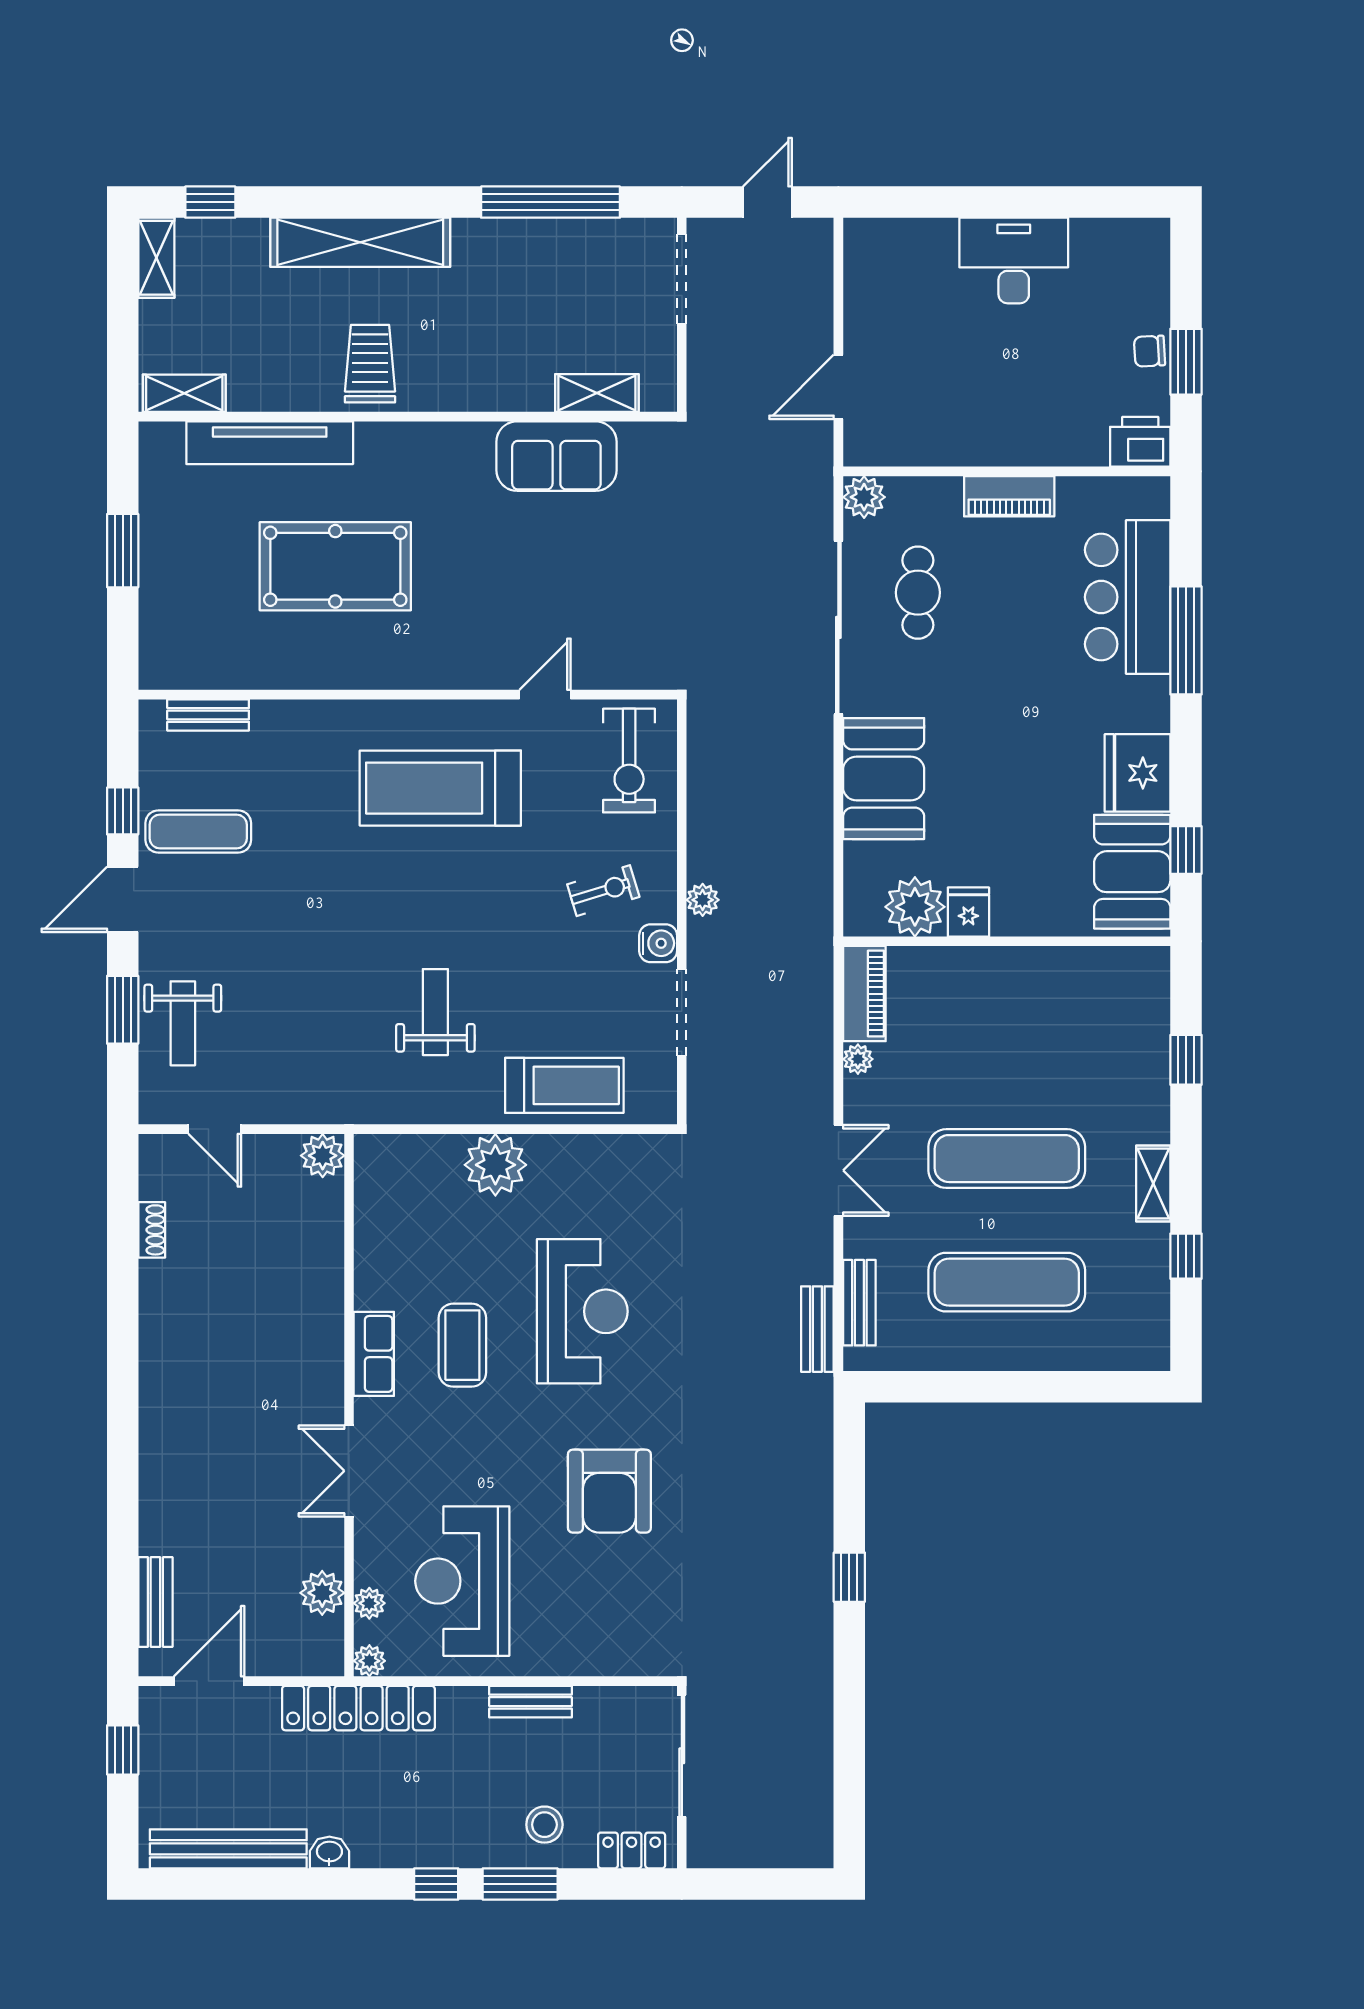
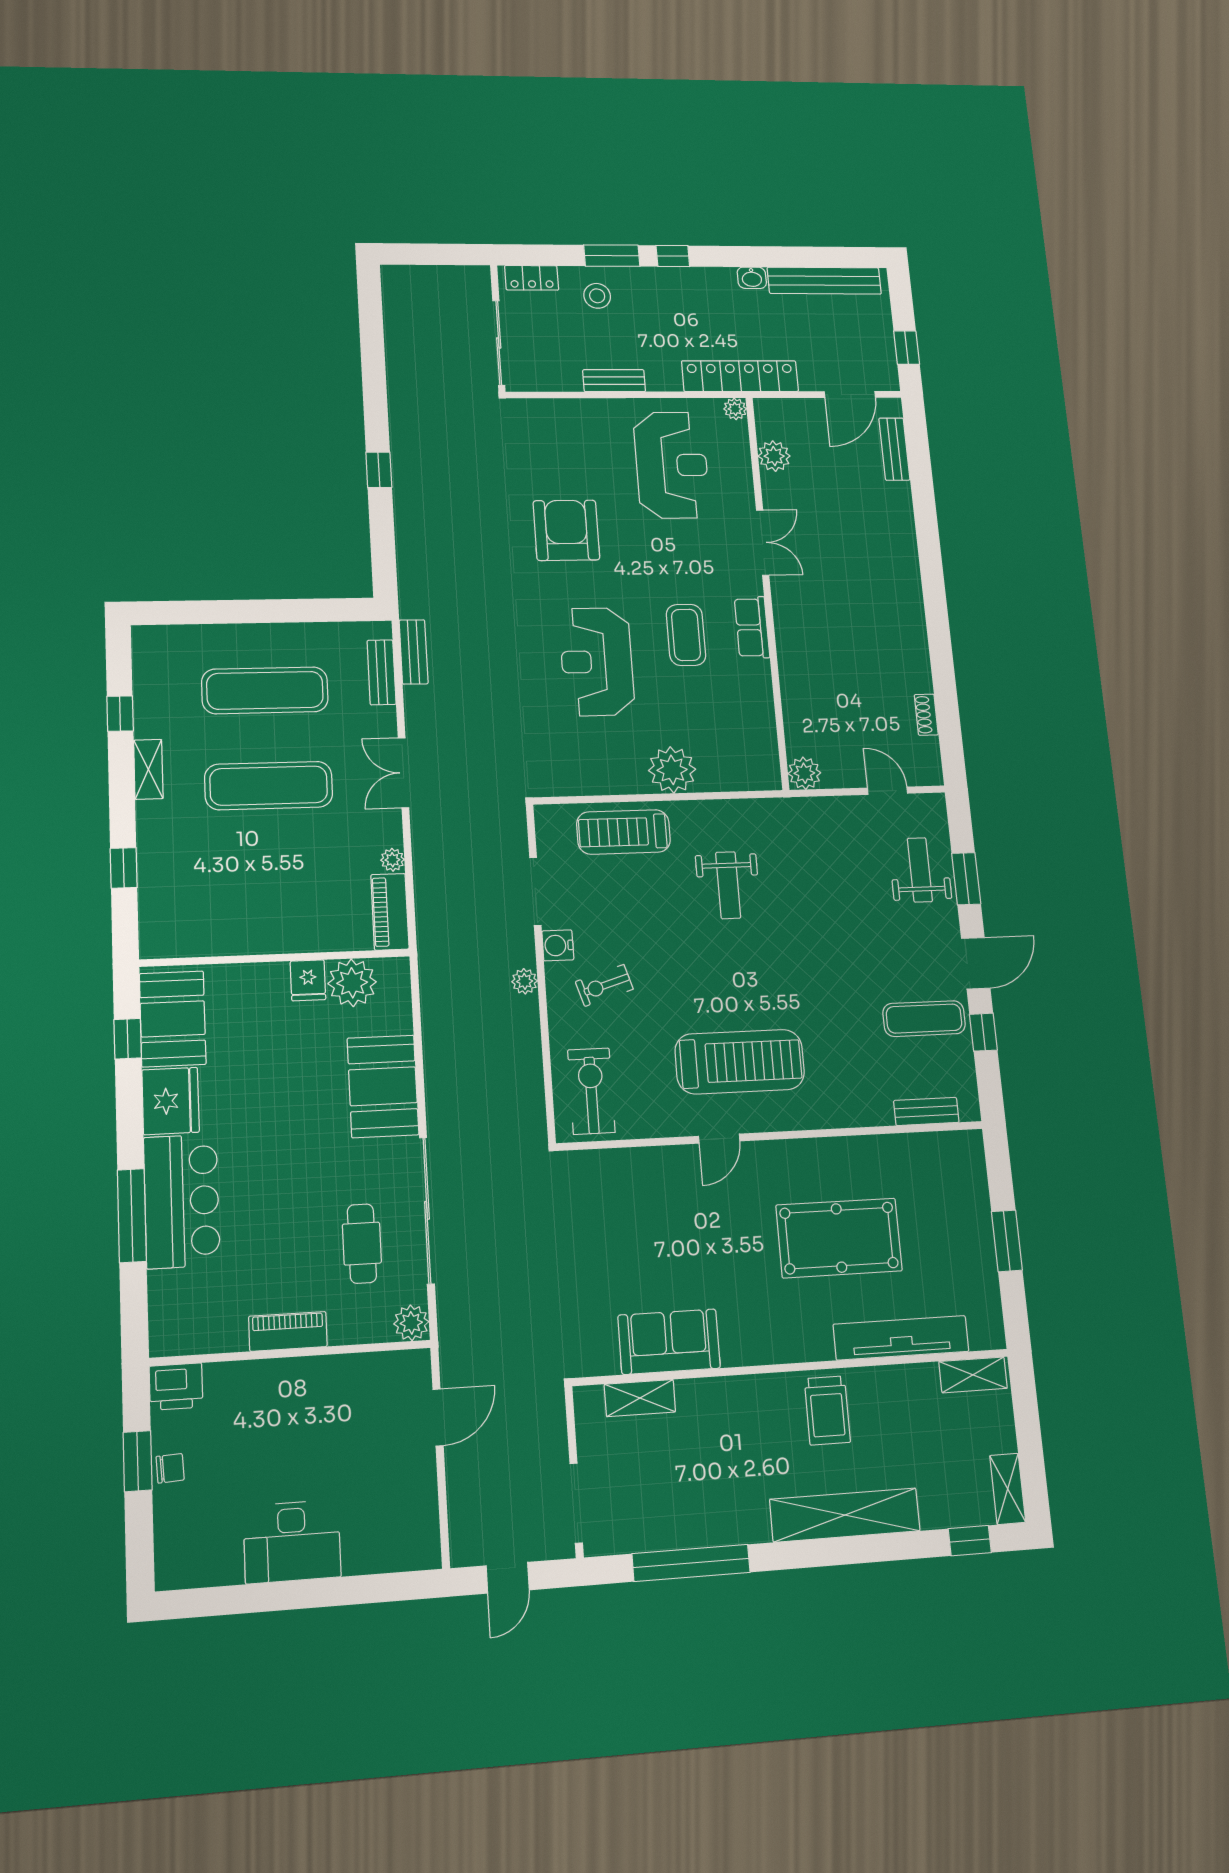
bar counter: (1128, 597) -> (182, 1201), moved
door: (545, 695) -> (719, 1139), moved
plant: (369, 1603) -> (739, 449), removed

